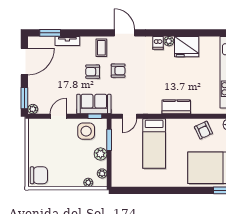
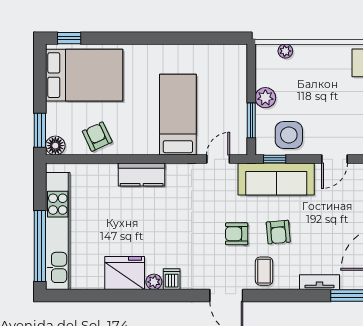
armchair: (93, 72) -> (278, 232), turned 85
sofa: (94, 104) -> (276, 179), width x1.36
plant: (102, 173) -> (263, 66), removed

